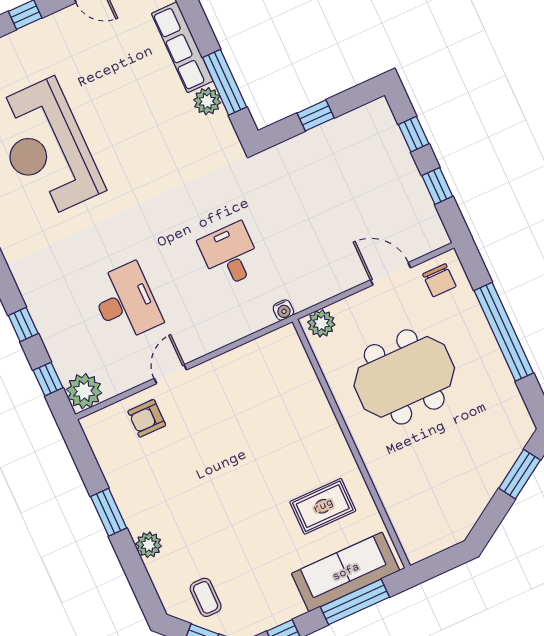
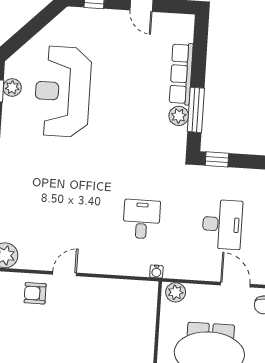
window: (316, 115) -> (217, 159), moved
desk: (126, 302) -> (222, 224), moved

